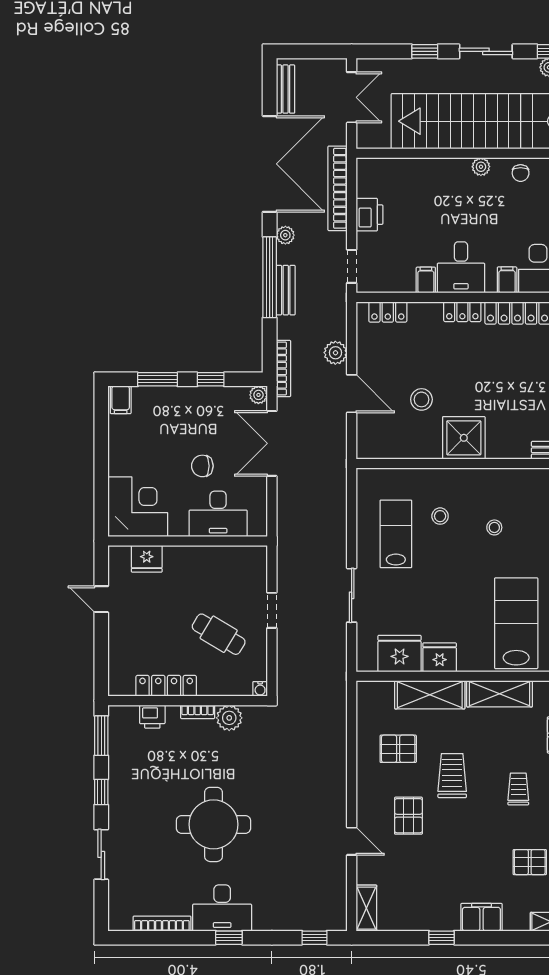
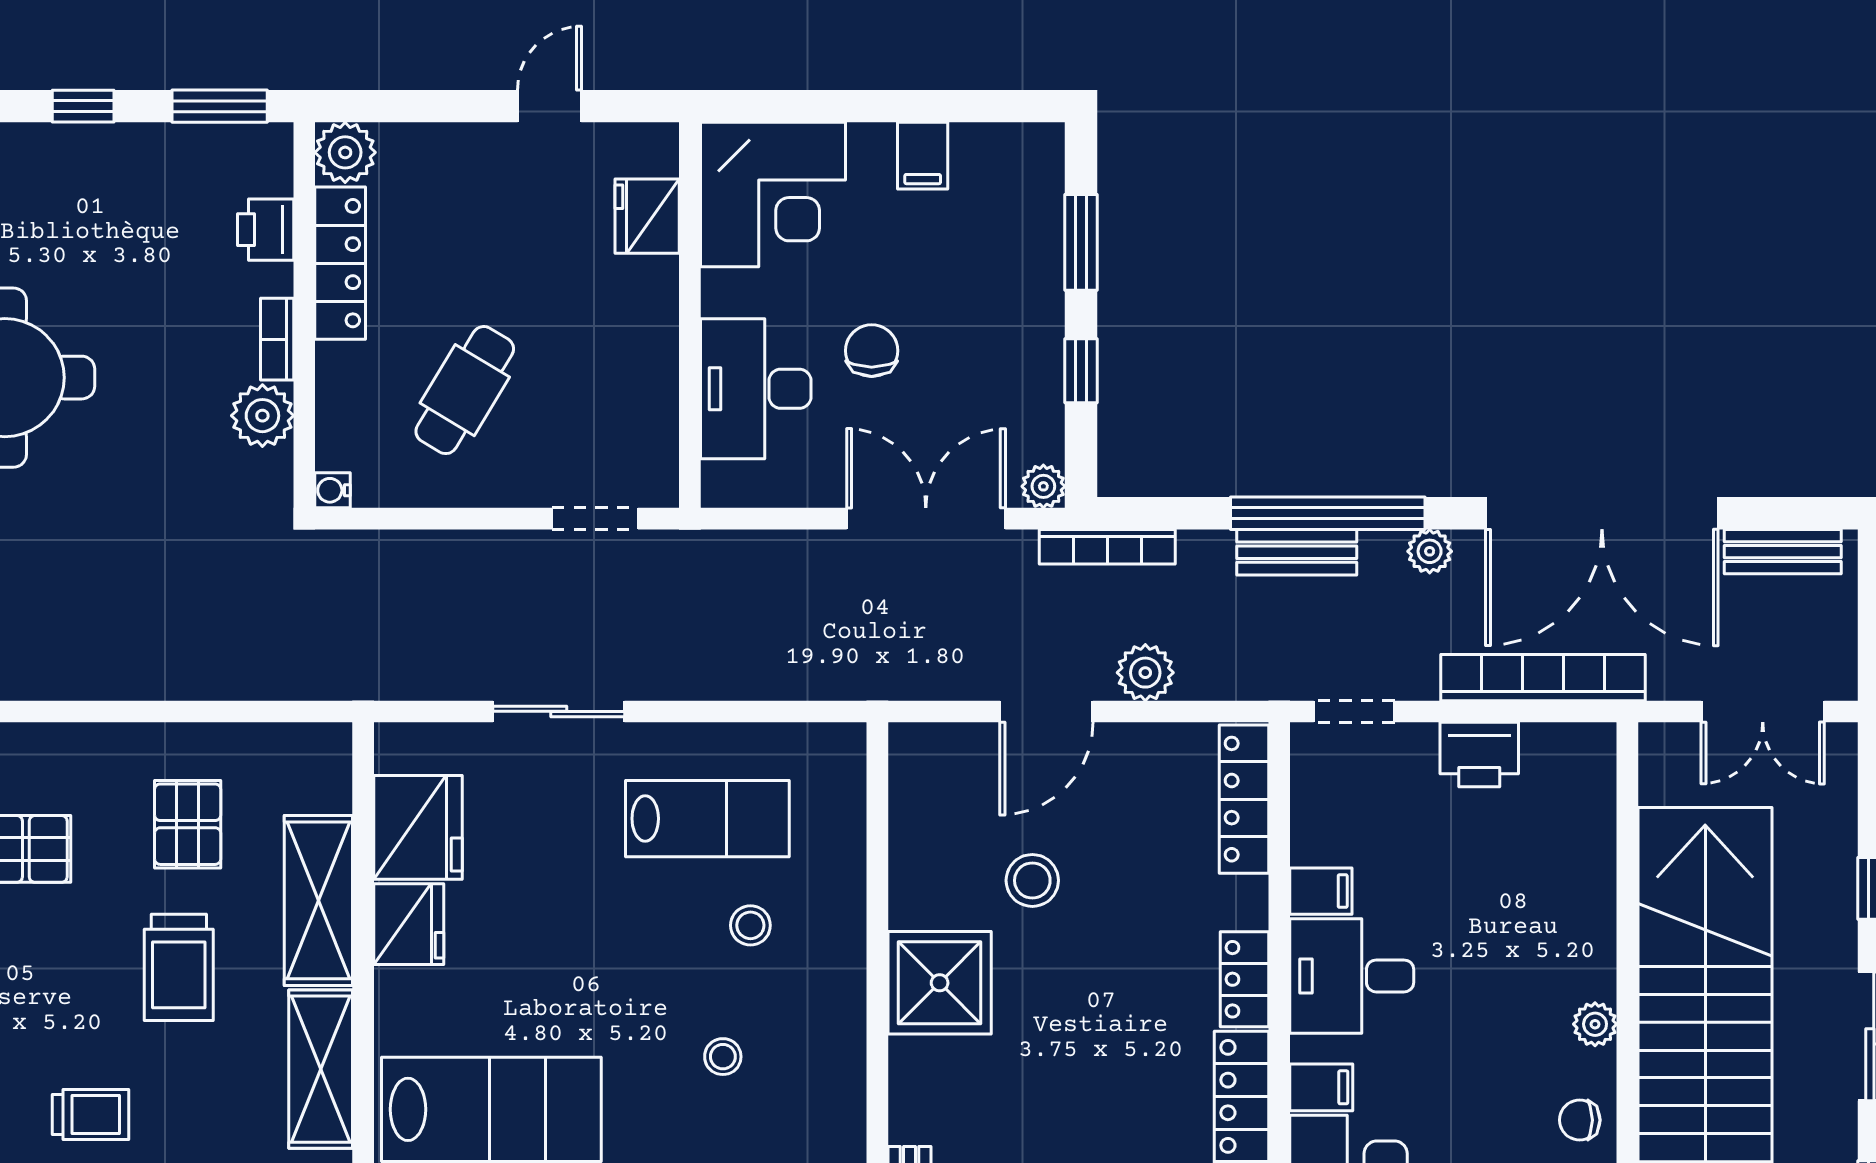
locker: (388, 312) -> (1244, 799), width x1.53
filing cabinet: (121, 400) -> (923, 156), moved, turned -90
doorway: (272, 610) -> (595, 519), moved
plant: (120, 684) -> (345, 152), added
trolley: (452, 776) -> (179, 967), moved, turned 90

